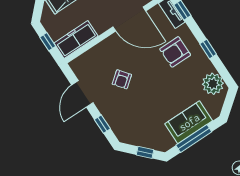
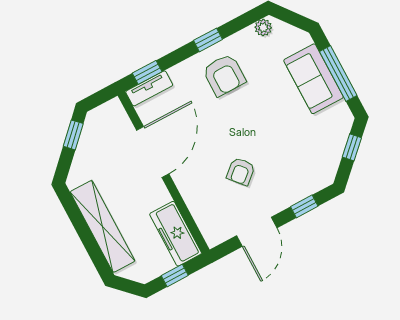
armchair: (175, 52) -> (224, 75), moved
armchair: (122, 79) -> (241, 171), turned 87
plant: (213, 84) -> (263, 28), width x0.53, depth x0.53
door: (82, 94) -> (257, 232), hinge flipped

